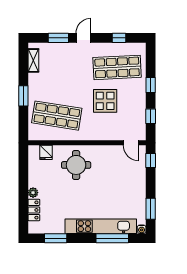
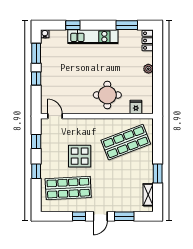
window: (119, 38) -> (79, 216), moved
window: (23, 96) -> (158, 174), moved
shop shelf: (57, 116) -> (126, 142), turned -30
window: (151, 161) -> (36, 78), moved
locker: (34, 210) -> (148, 41), moved
kitchen unit: (101, 226) -> (93, 37), width x0.73
window: (112, 238) -> (73, 25), width x0.46

